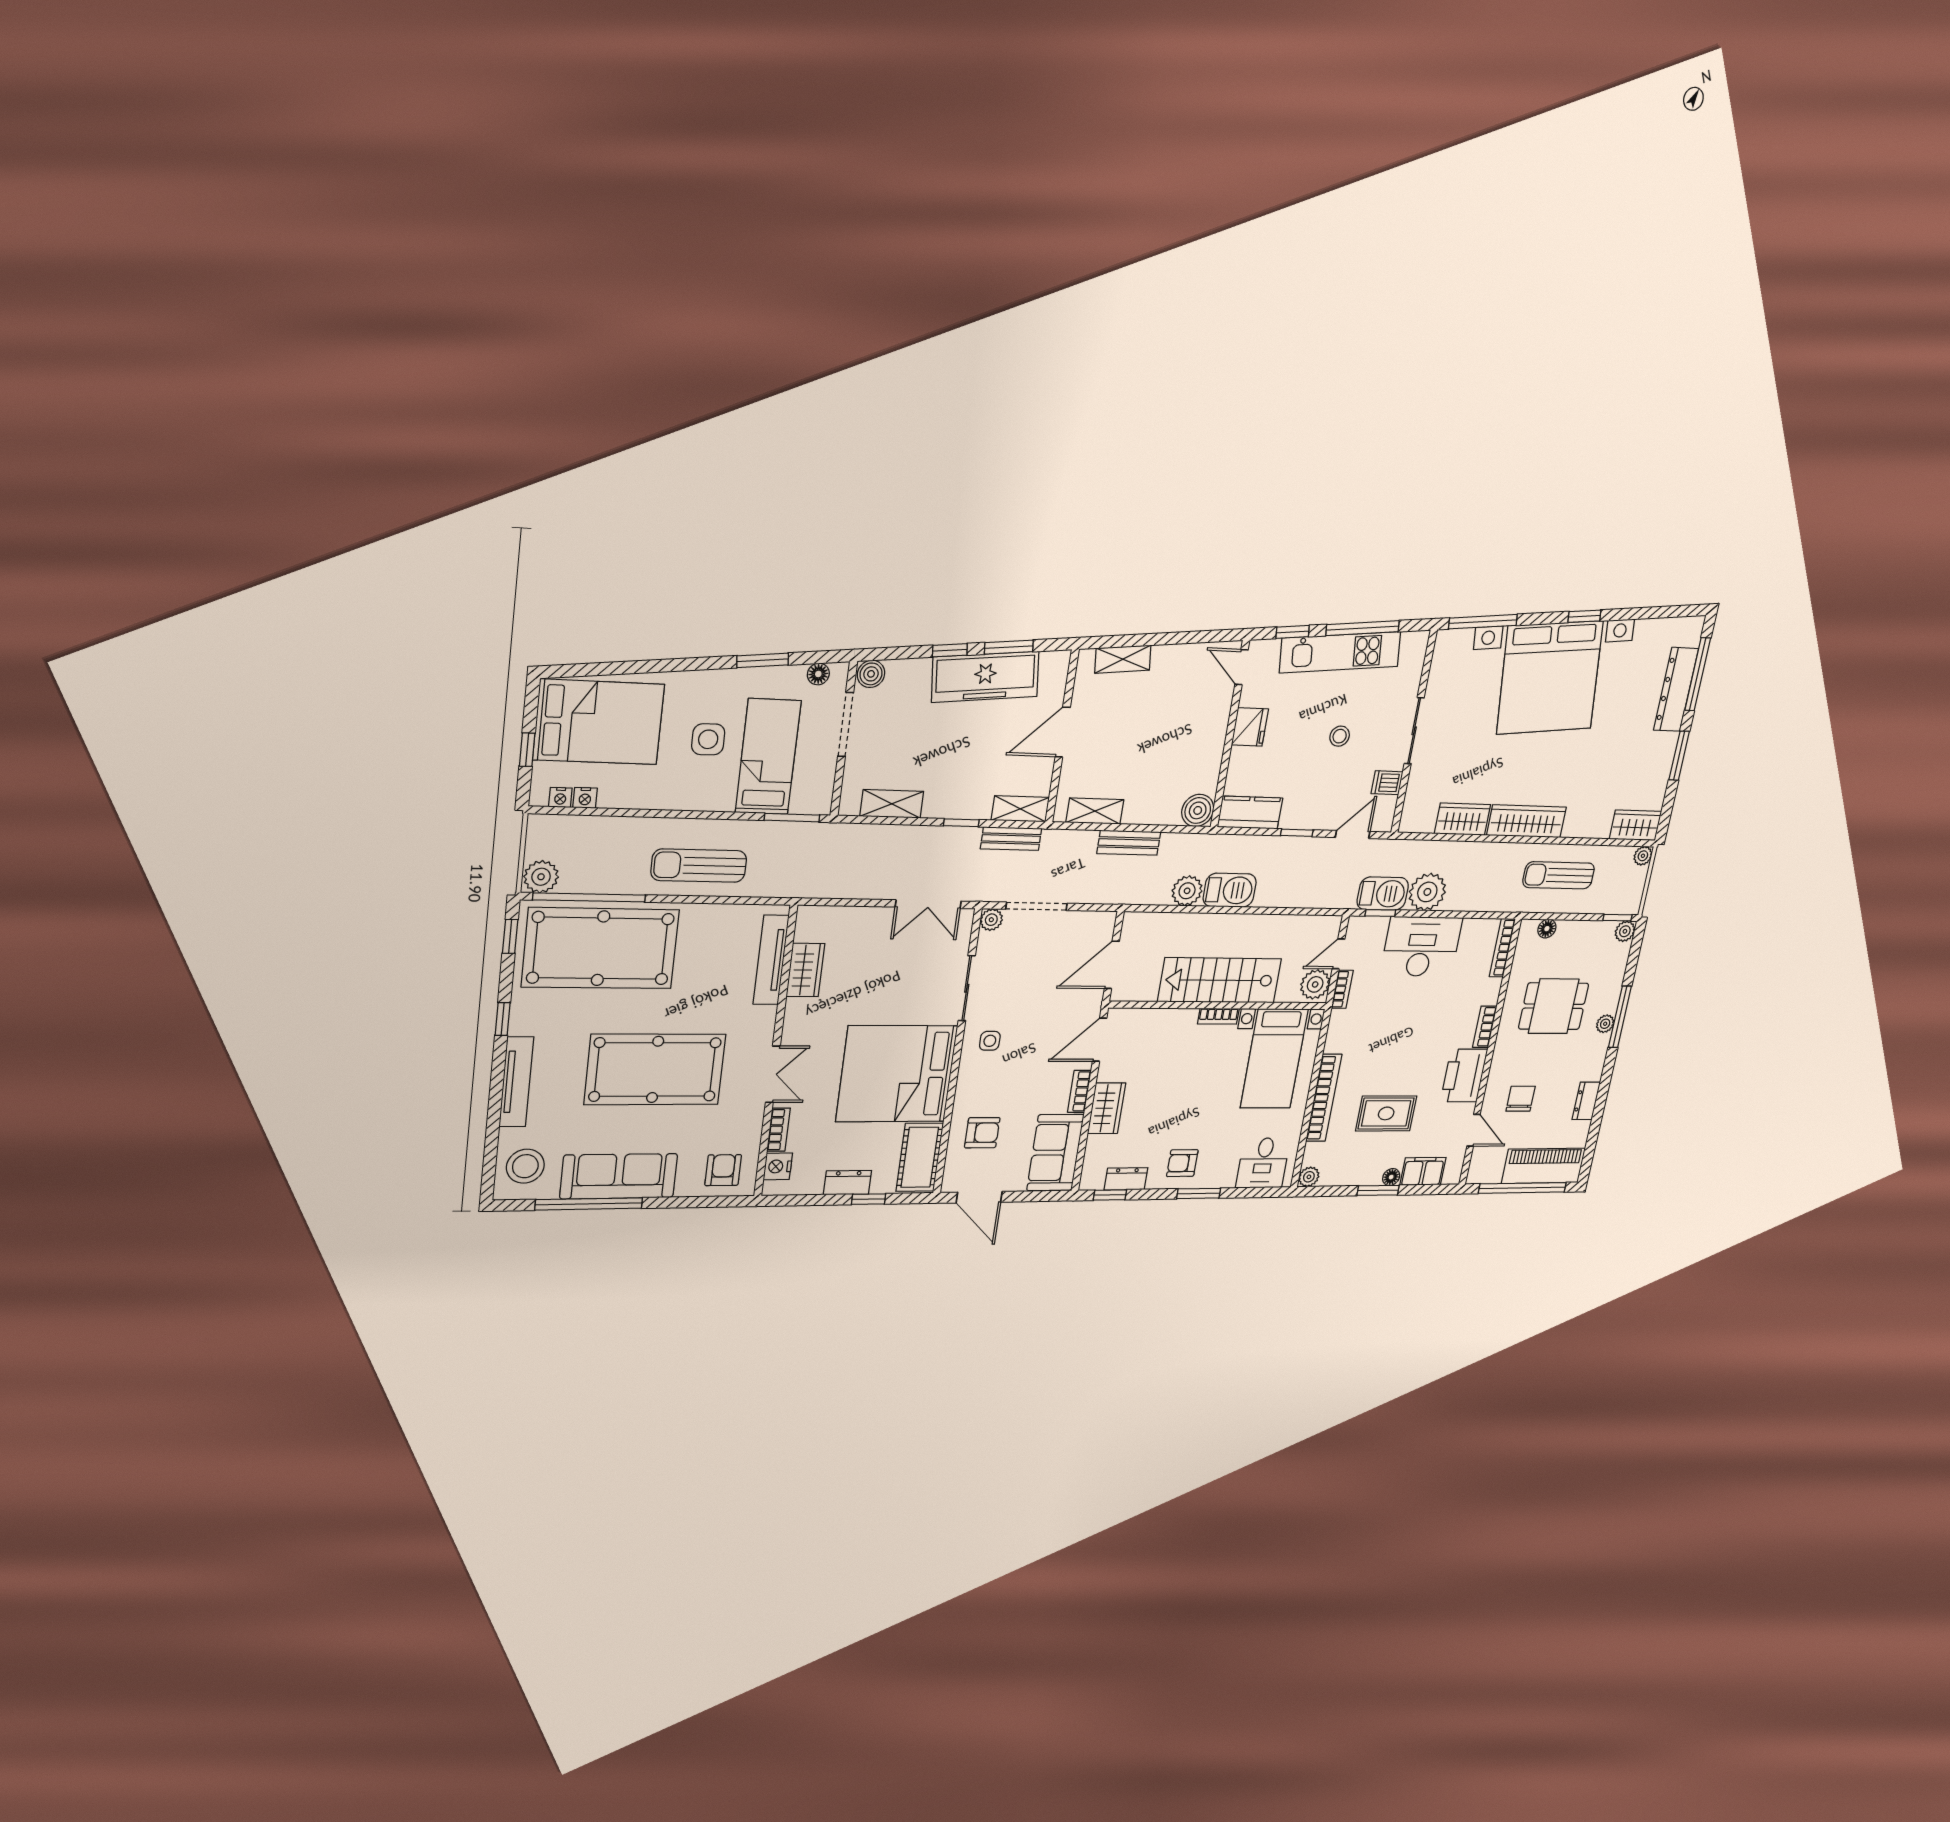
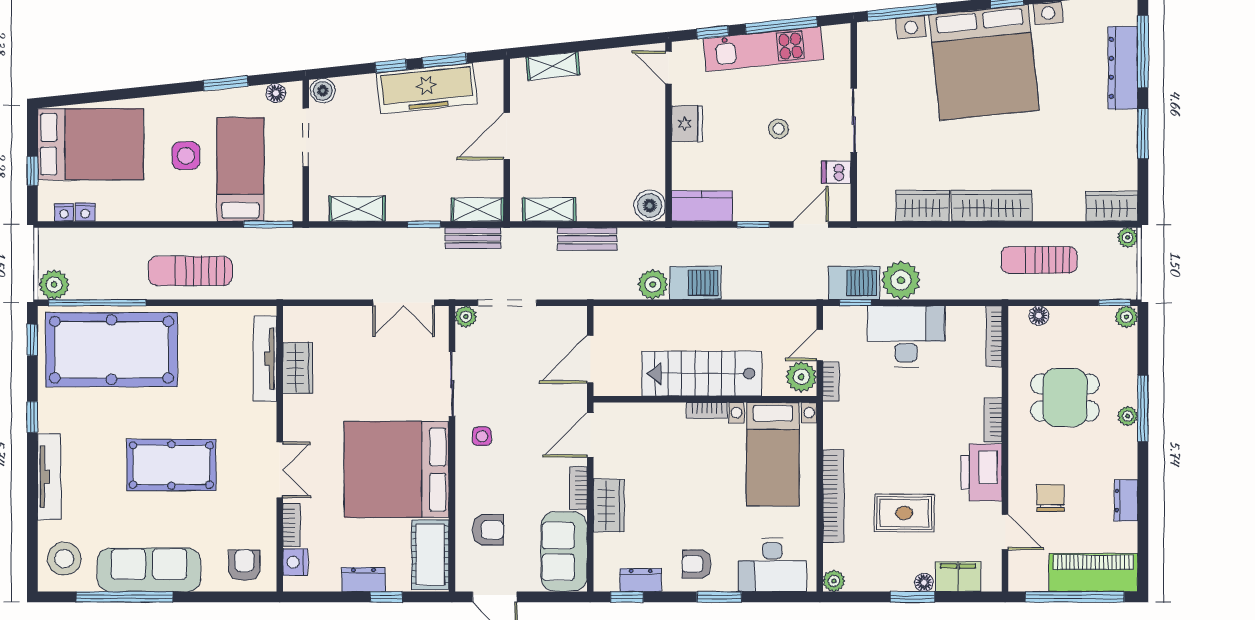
pool table: (655, 1069) -> (171, 465), width x0.73, depth x0.76
desk: (1263, 1163) -> (772, 565), width x1.37

